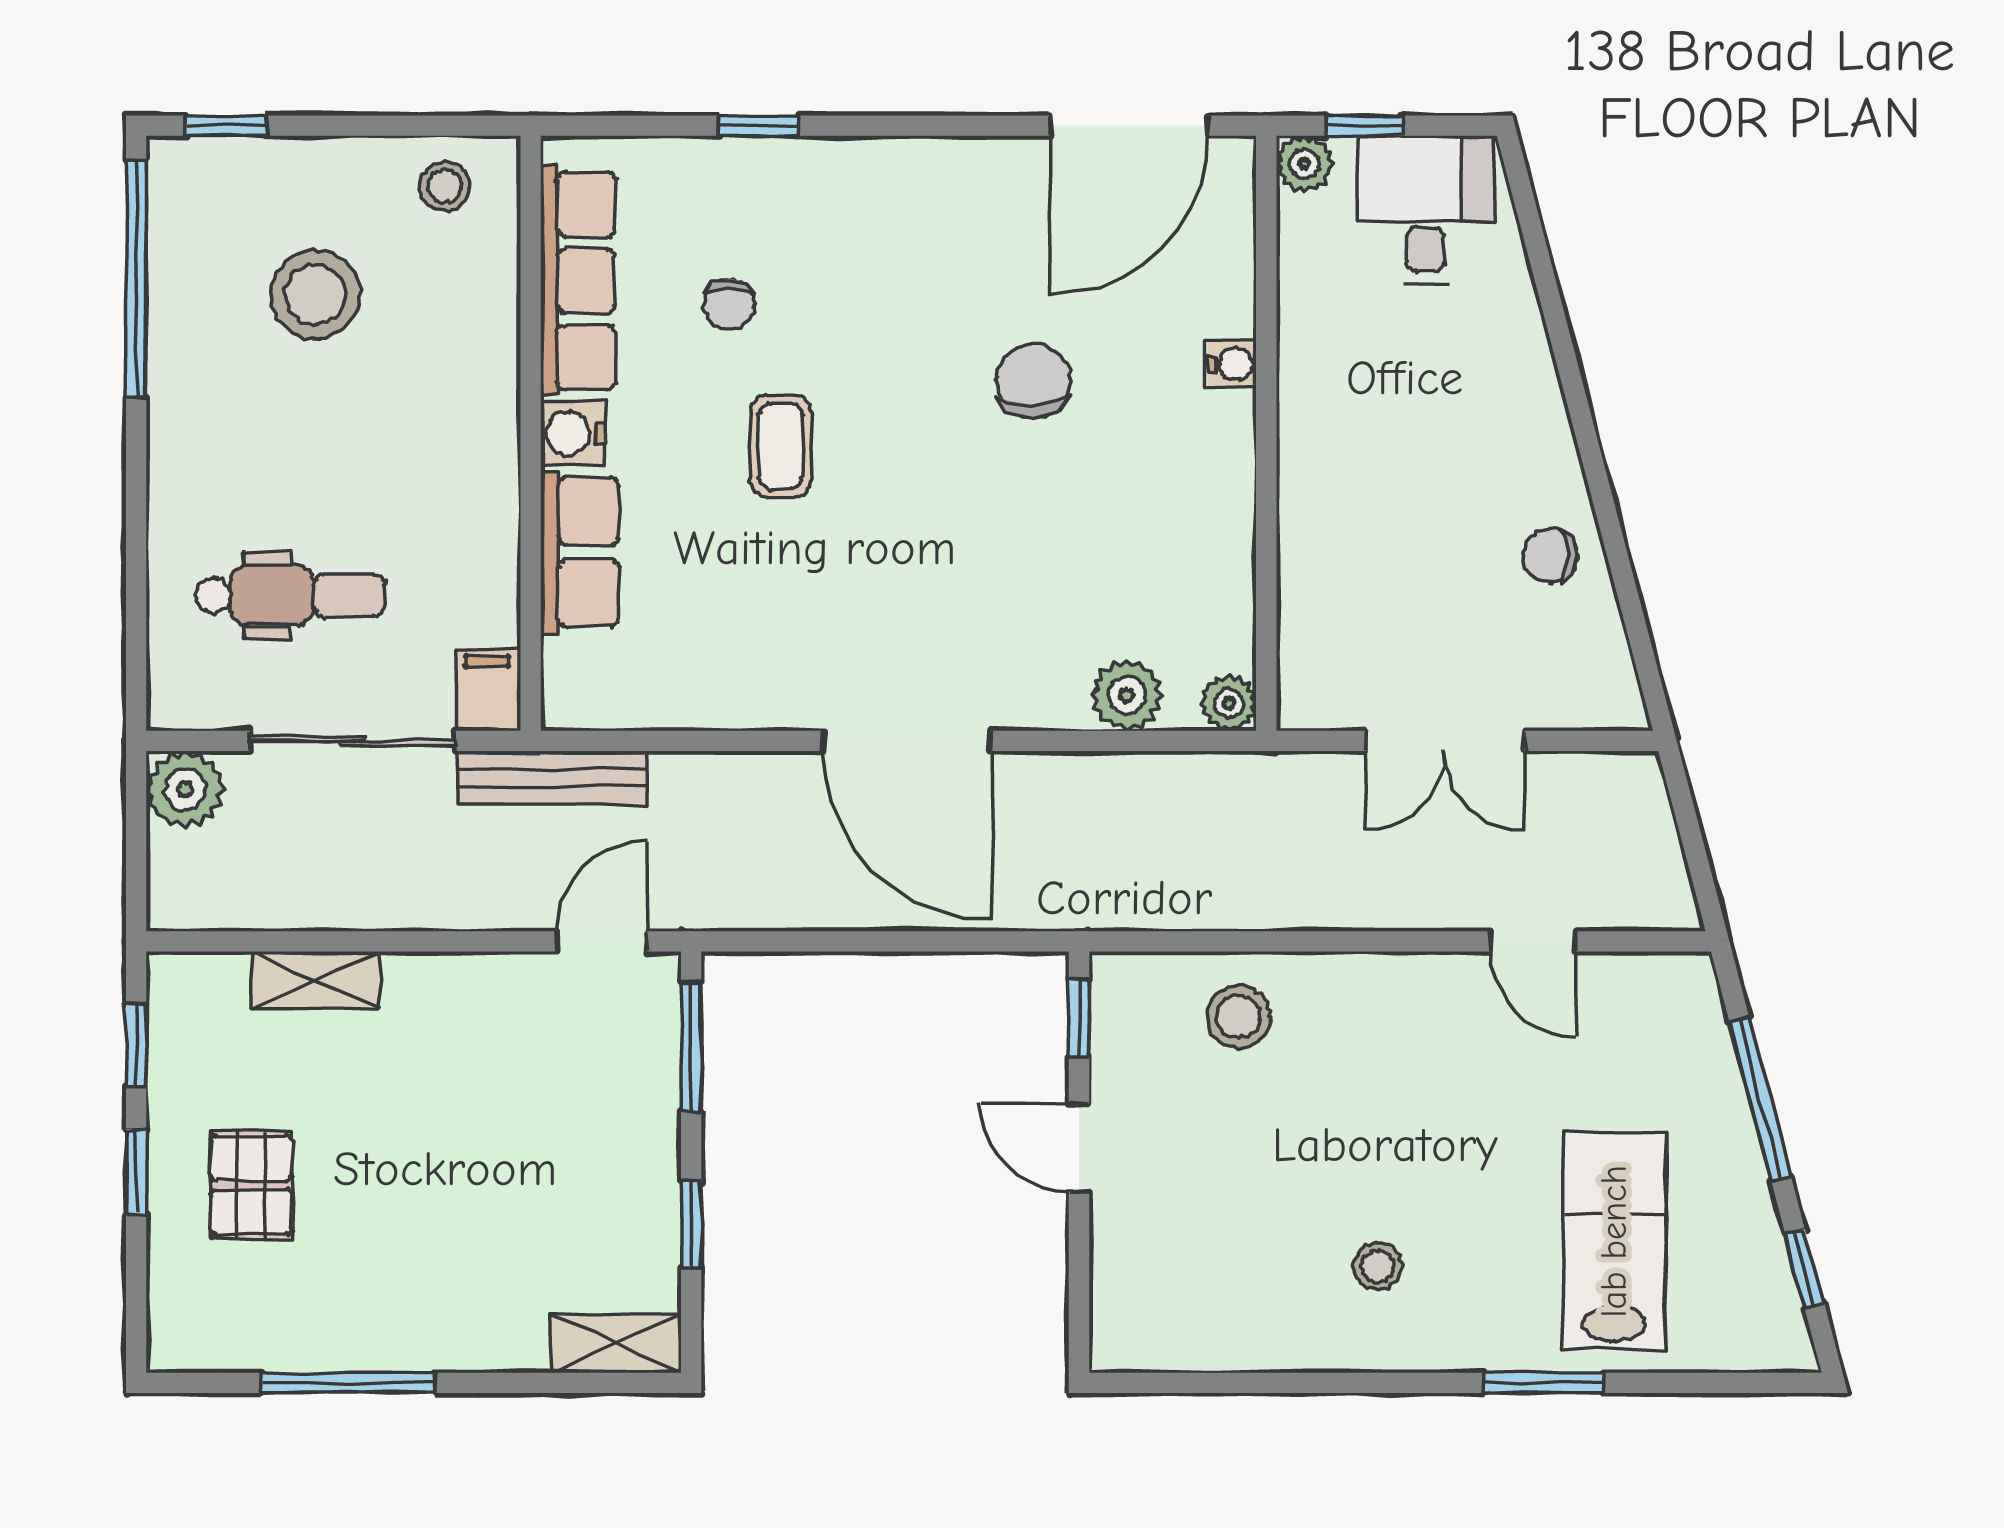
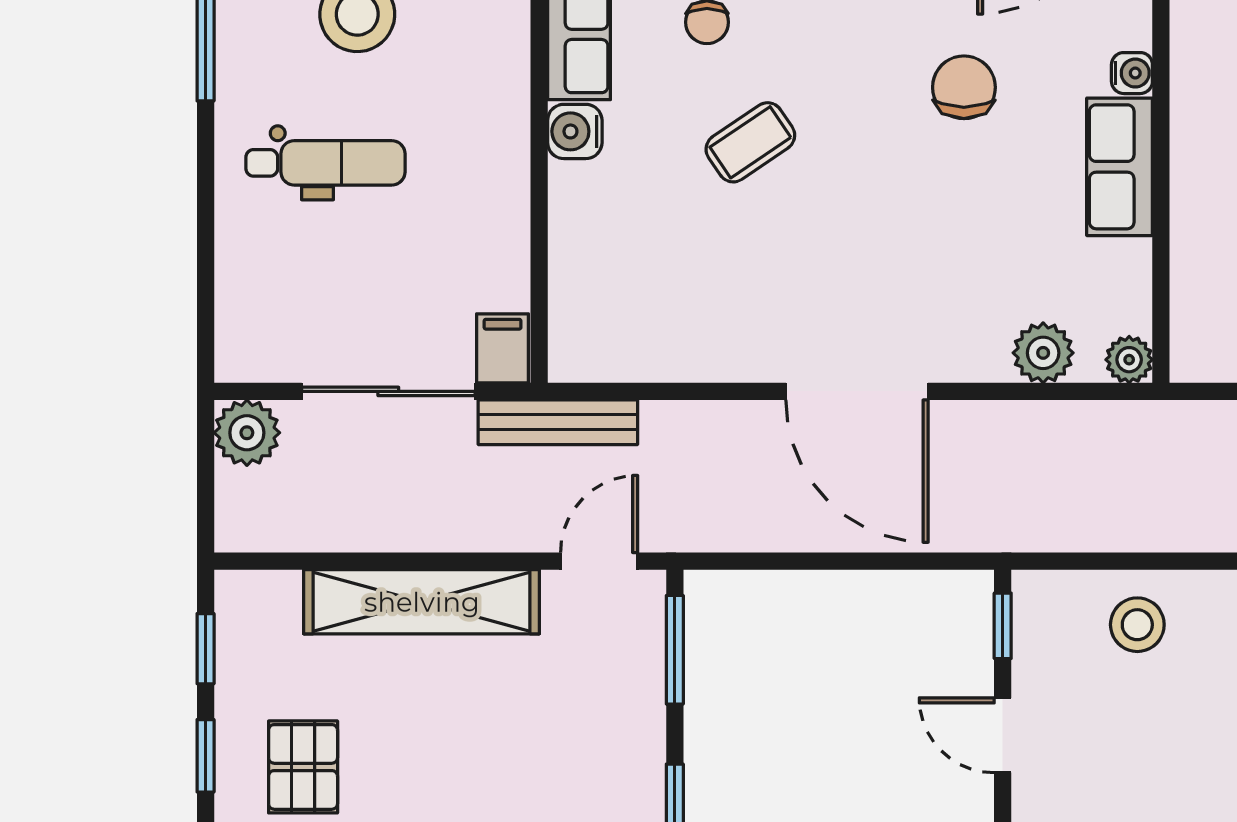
coffee table: (781, 446) -> (750, 142), turned 56
row of seats: (580, 552) -> (1120, 167), moved, turned 180
dental chair: (291, 596) -> (325, 163), moved
shelving: (315, 980) -> (422, 602), width x2.20, depth x1.33

